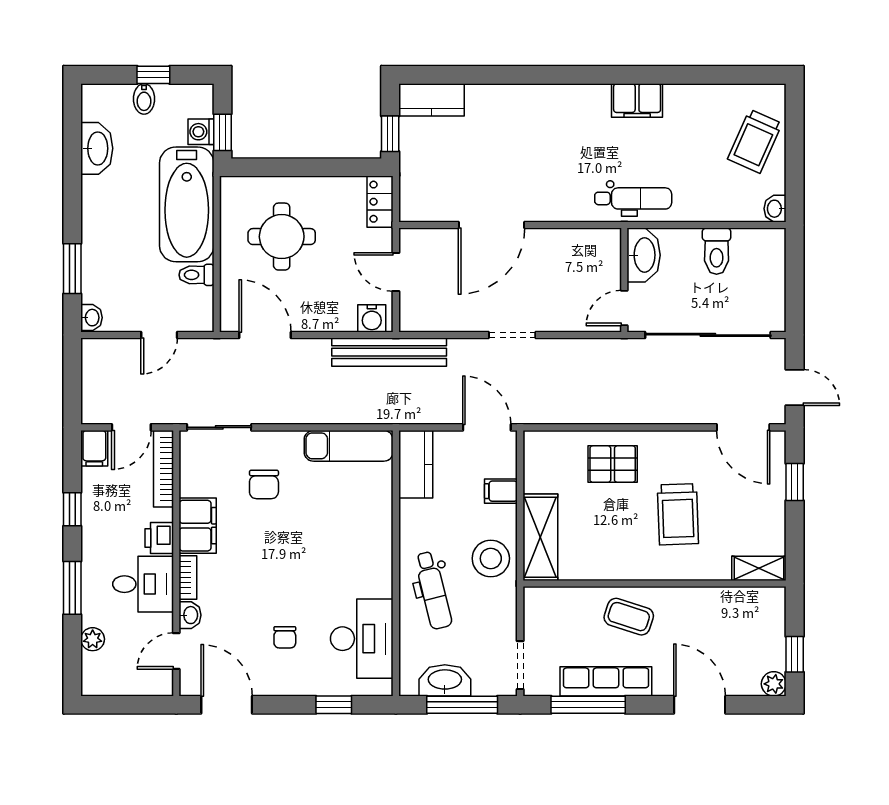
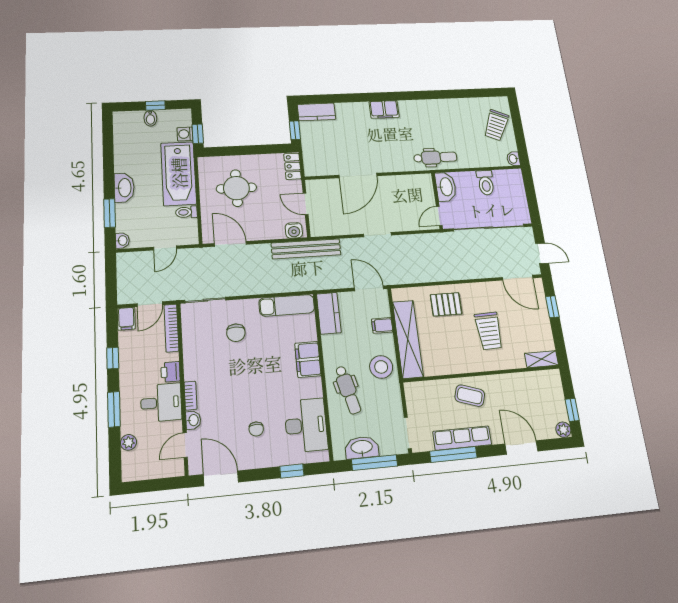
filing cabinet: (637, 100) -> (384, 109), moved
washbasin: (97, 148) -> (124, 188), moved
filing cabinet: (198, 526) -> (308, 359), moved, turned 180
shelving: (540, 537) -> (408, 339), width x1.47

